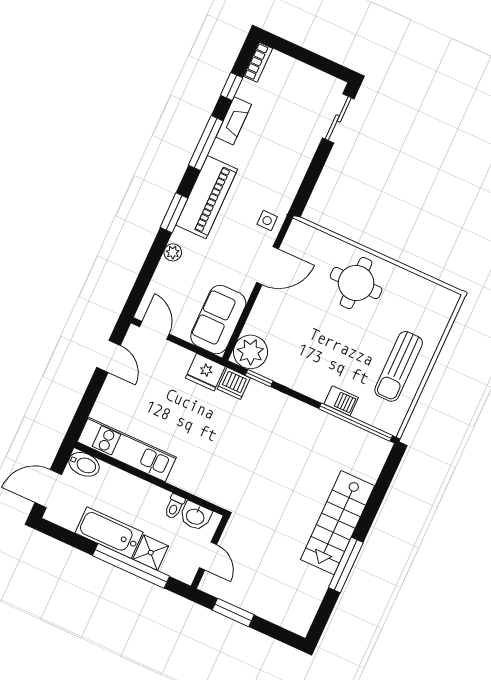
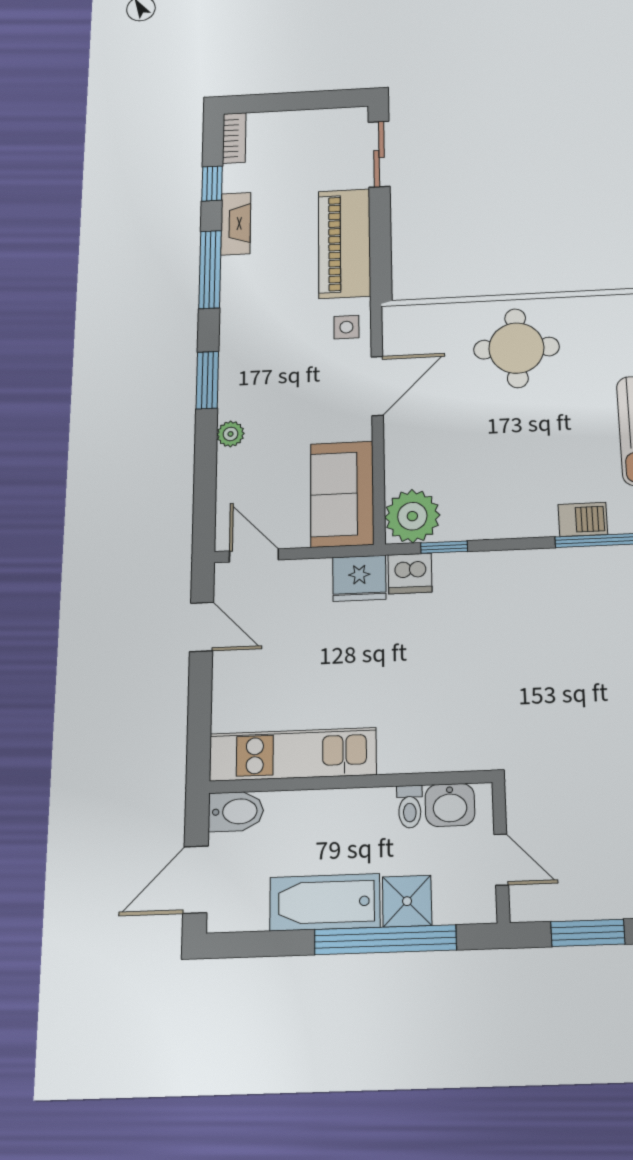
piano: (207, 197) -> (344, 243), moved, turned 180

